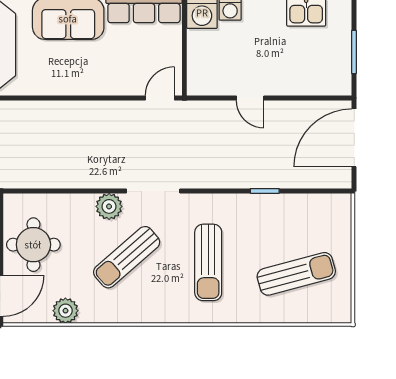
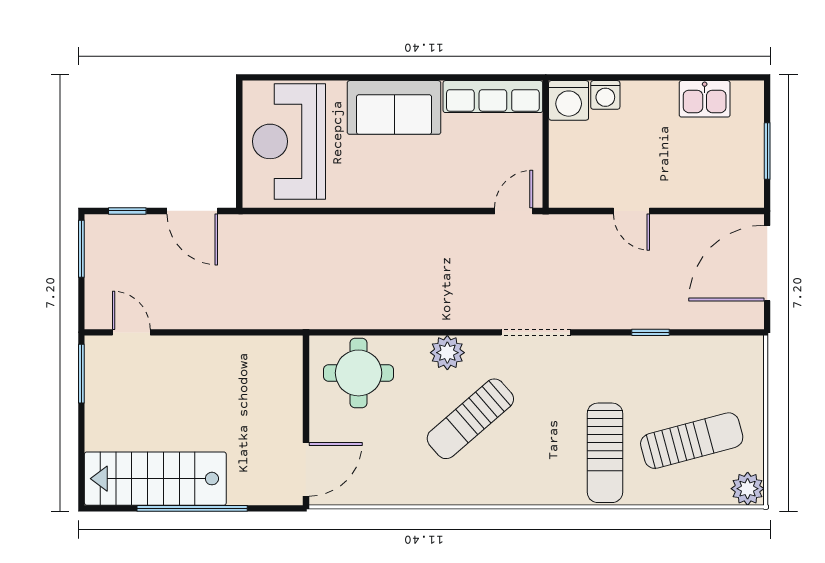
doorway: (153, 191) -> (536, 332), moved
round table: (33, 245) -> (359, 373), moved
sun lounger: (208, 262) -> (605, 453), moved
plant: (65, 311) -> (748, 489), moved

